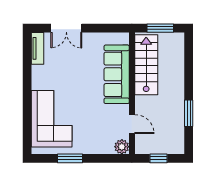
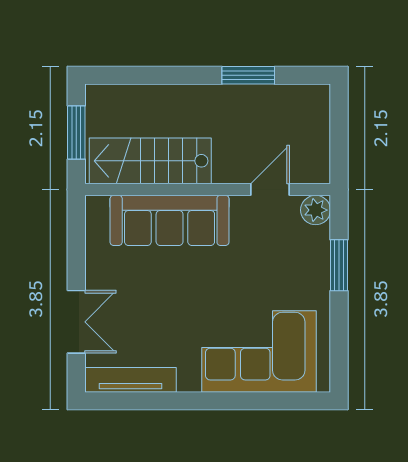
tv unit: (38, 48) -> (130, 380), width x1.41
window: (70, 158) -> (339, 265), moved
window: (158, 158) -> (339, 136), removed

